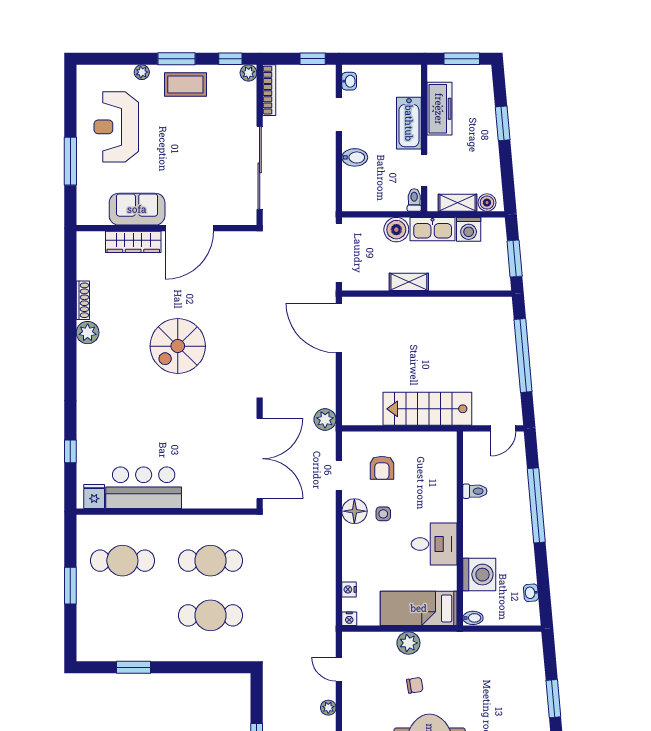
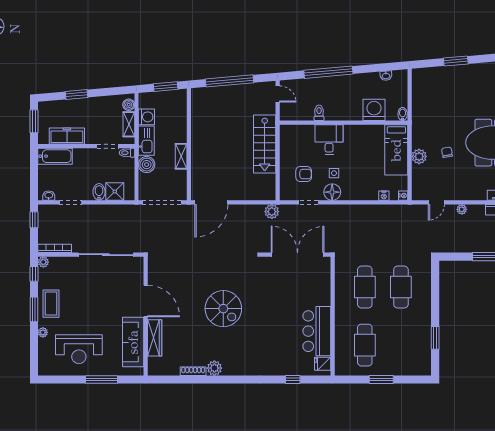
bathtub: (409, 123) -> (55, 156), moved
shower: (355, 181) -> (115, 192), added
sofa: (137, 209) -> (133, 342), width x1.36
desk: (434, 544) -> (329, 140), moved

